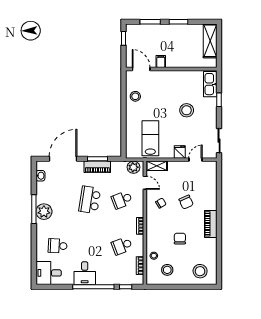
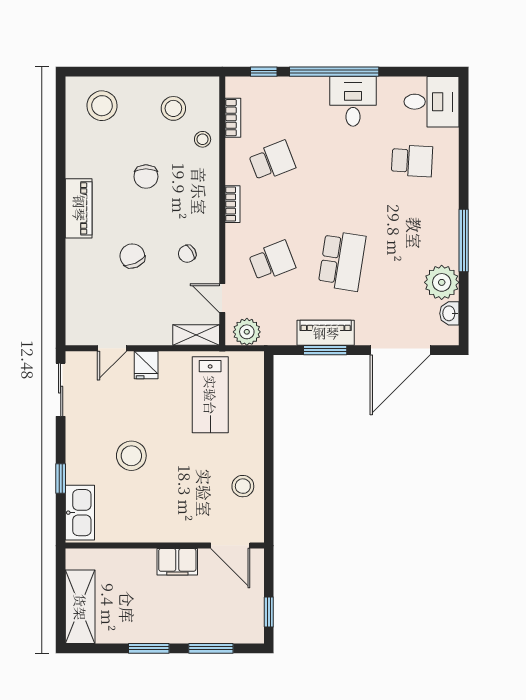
filing cabinet: (161, 62) -> (177, 562), width x2.00
plant: (44, 212) -> (442, 282), moved

